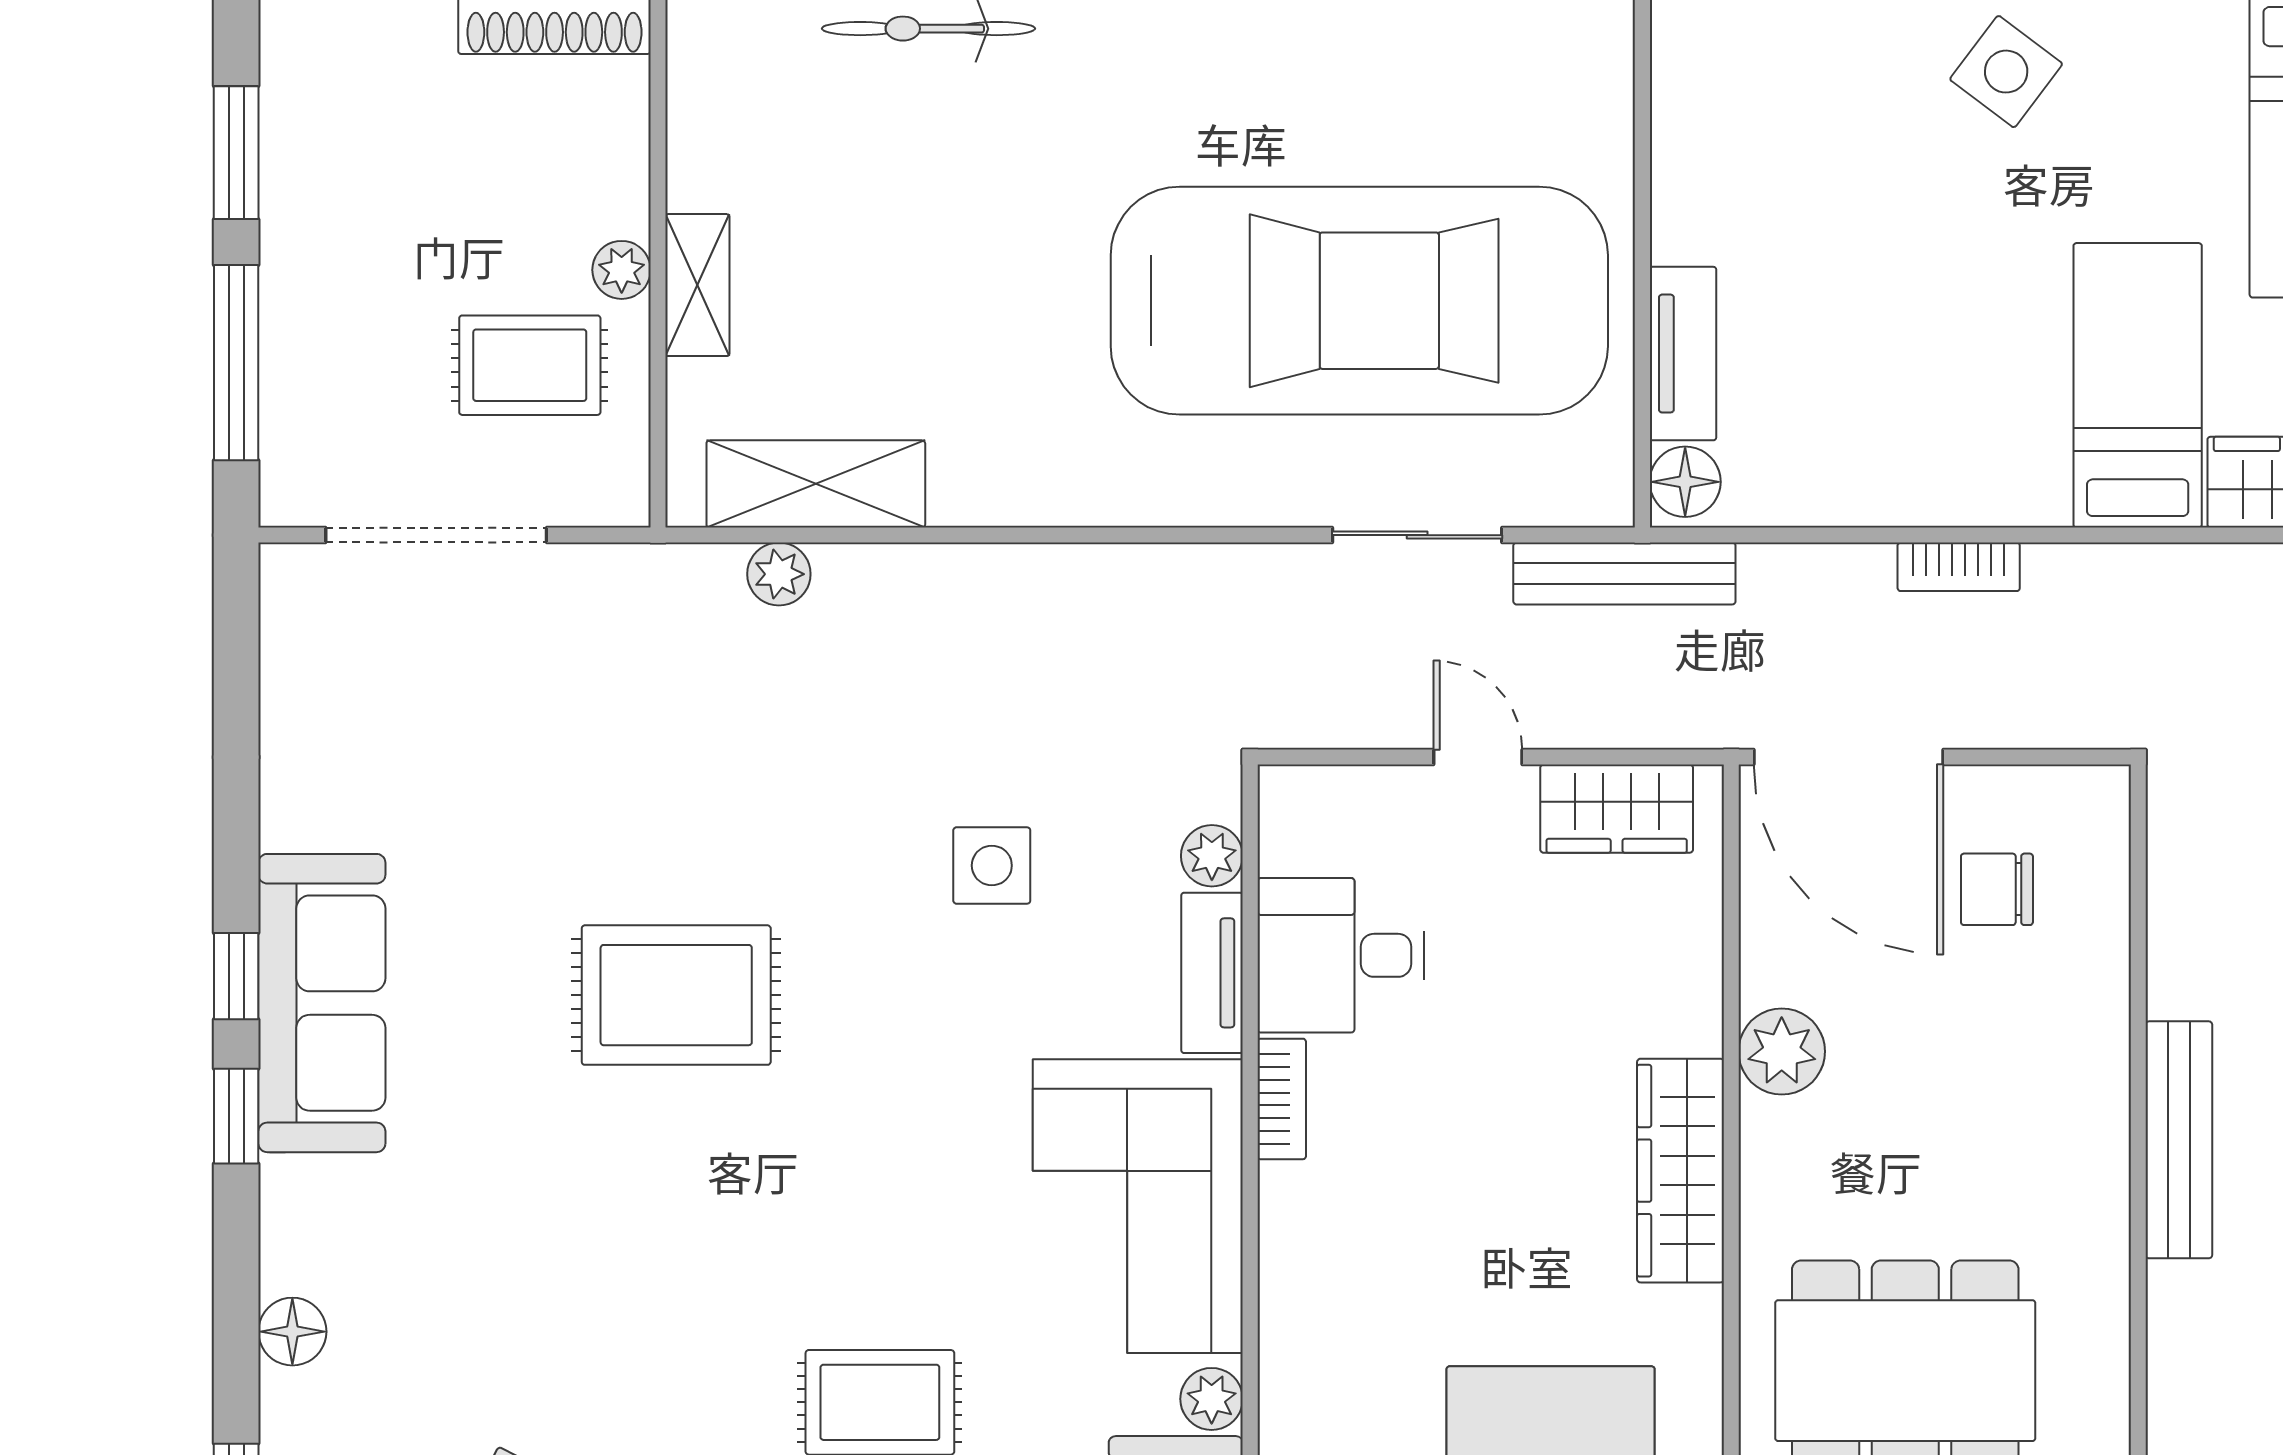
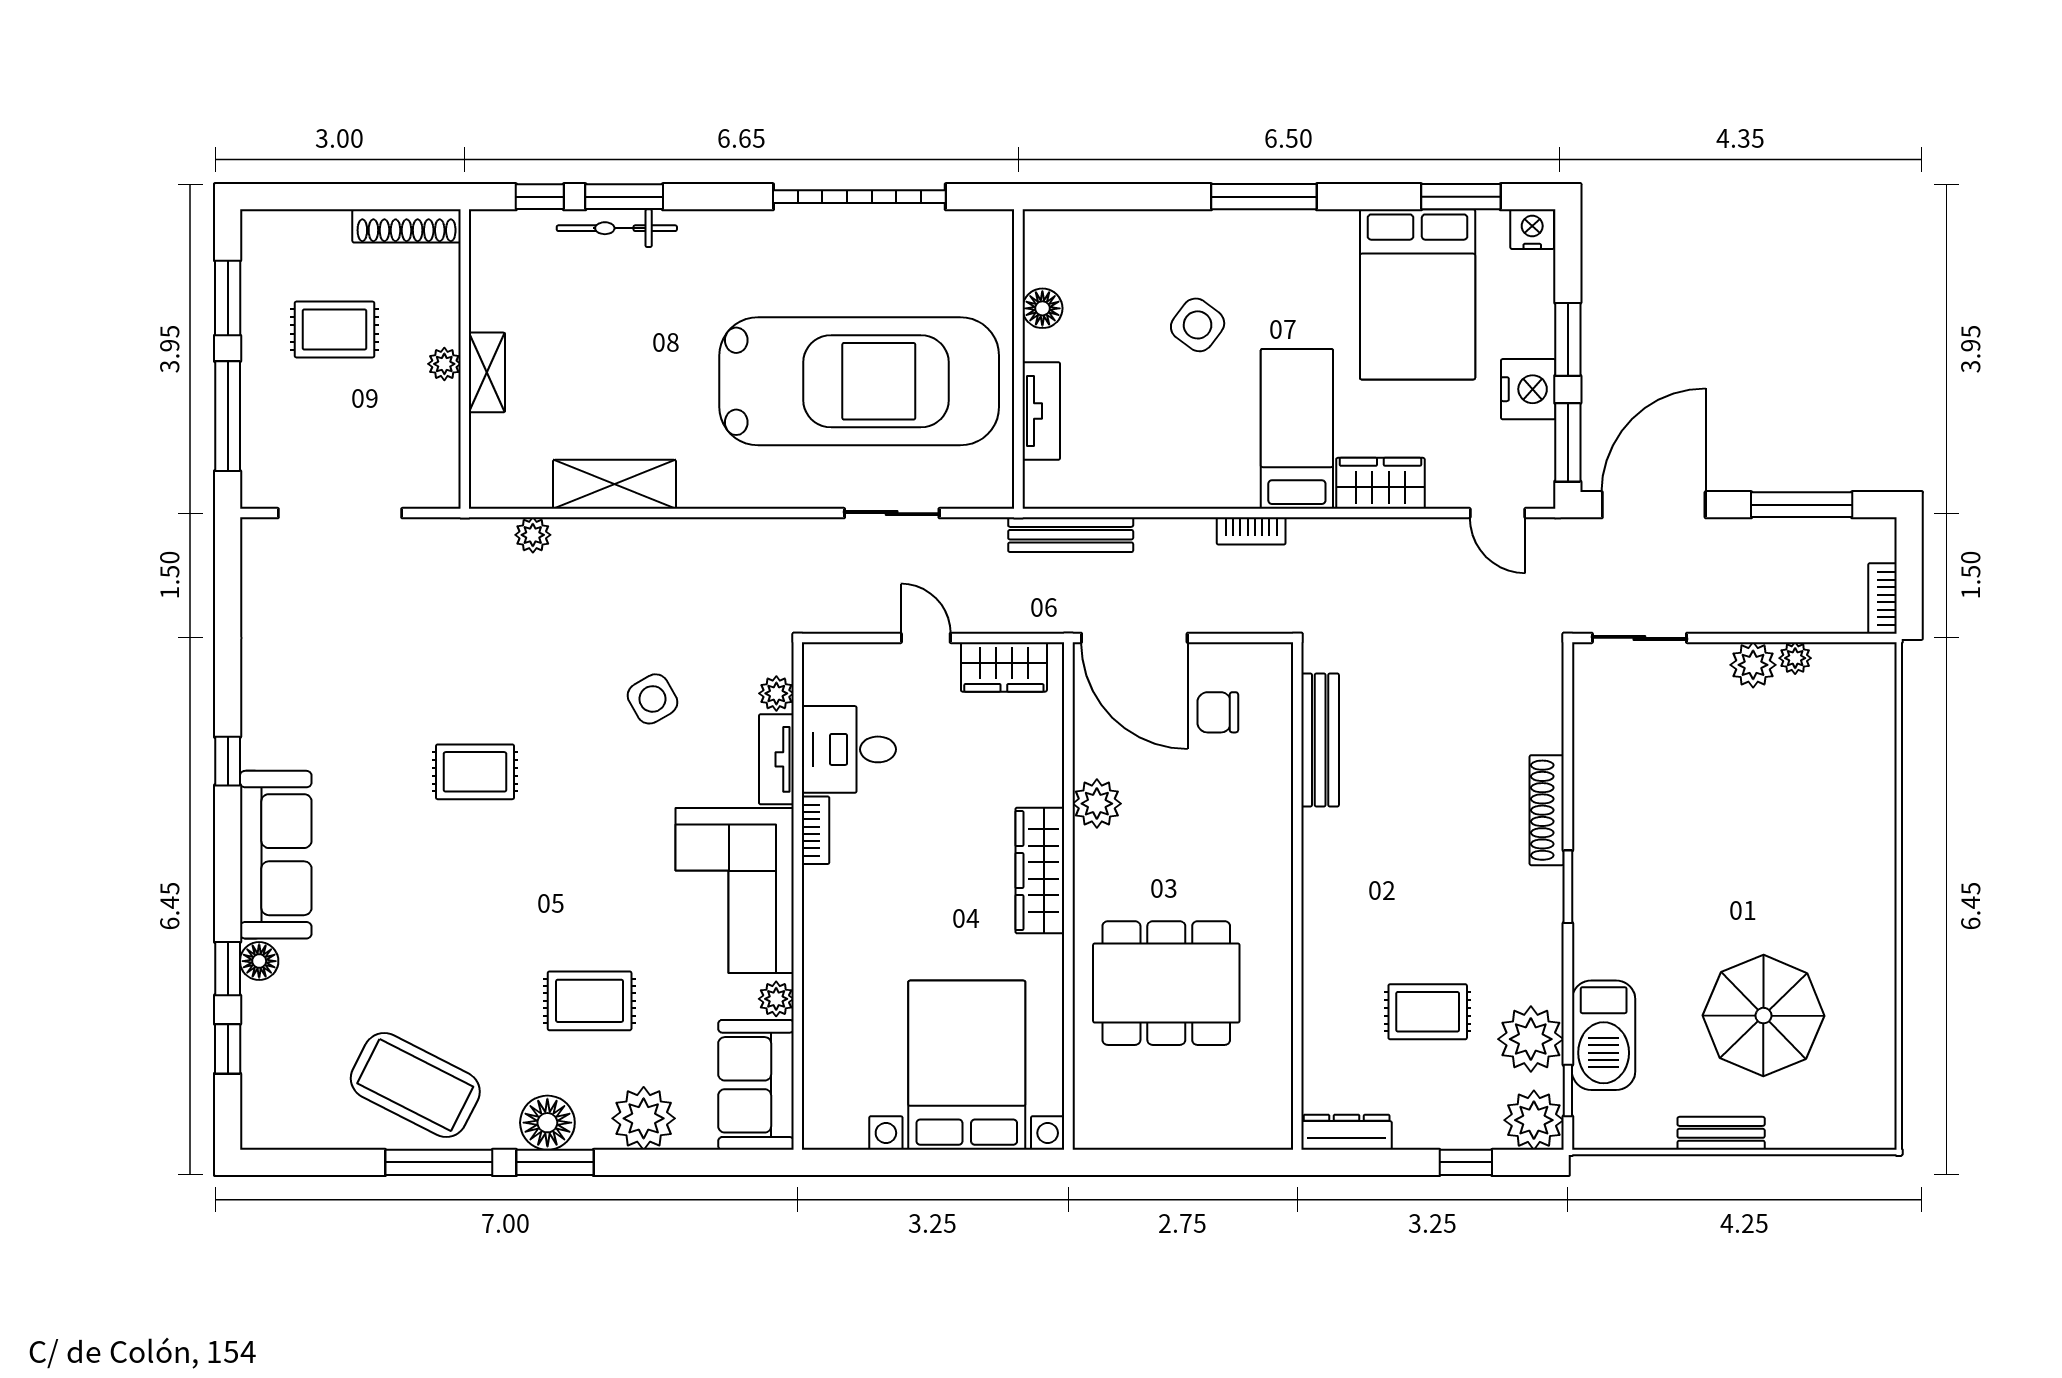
side table: (2006, 72) -> (1198, 325), moved
rug: (530, 365) -> (334, 329), moved
floor lamp: (1685, 482) -> (1042, 308), moved
shelving: (816, 484) -> (614, 484), moved
bookcase: (1959, 567) -> (1251, 531), moved
bench: (1624, 574) -> (1071, 535), moved
side table: (992, 866) -> (652, 699), turned -30
rug: (676, 995) -> (475, 772), width x0.73, depth x0.70
sofa: (322, 1003) -> (276, 855), moved
window: (236, 1116) -> (228, 969), moved
bench: (2179, 1140) -> (1320, 740), moved

